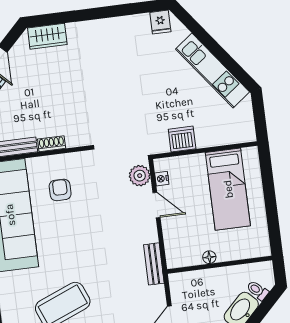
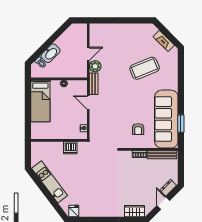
plant: (140, 176) -> (95, 66), moved
bed: (228, 189) -> (40, 101), moved, turned 180
door: (157, 205) -> (88, 103), moved

